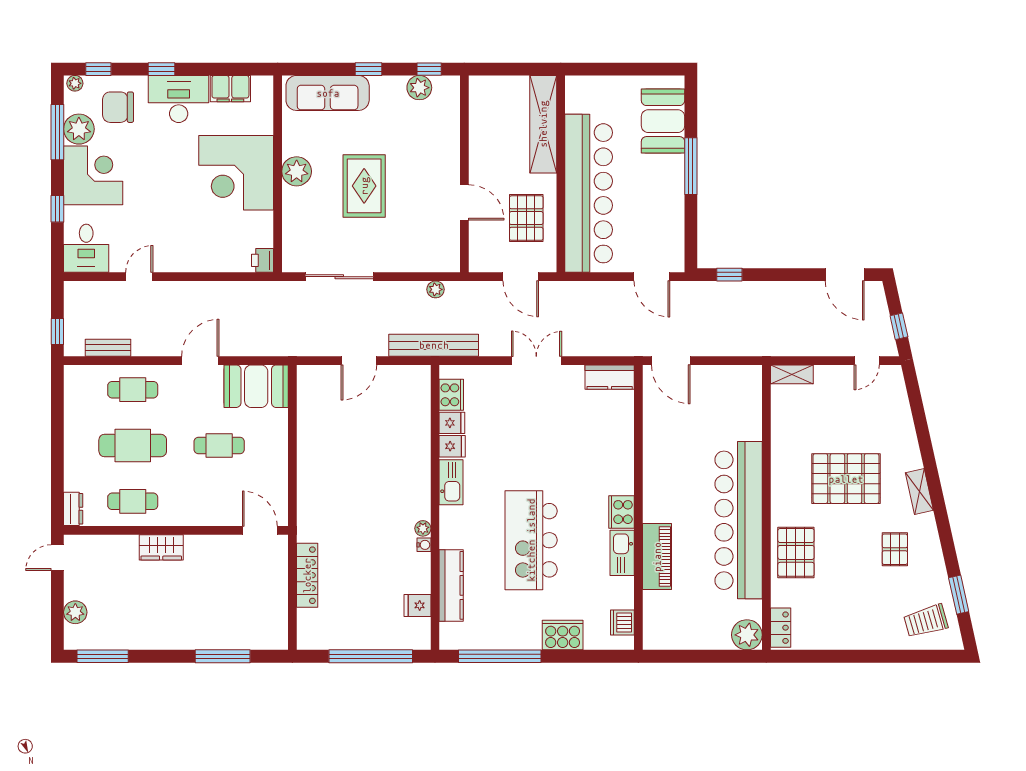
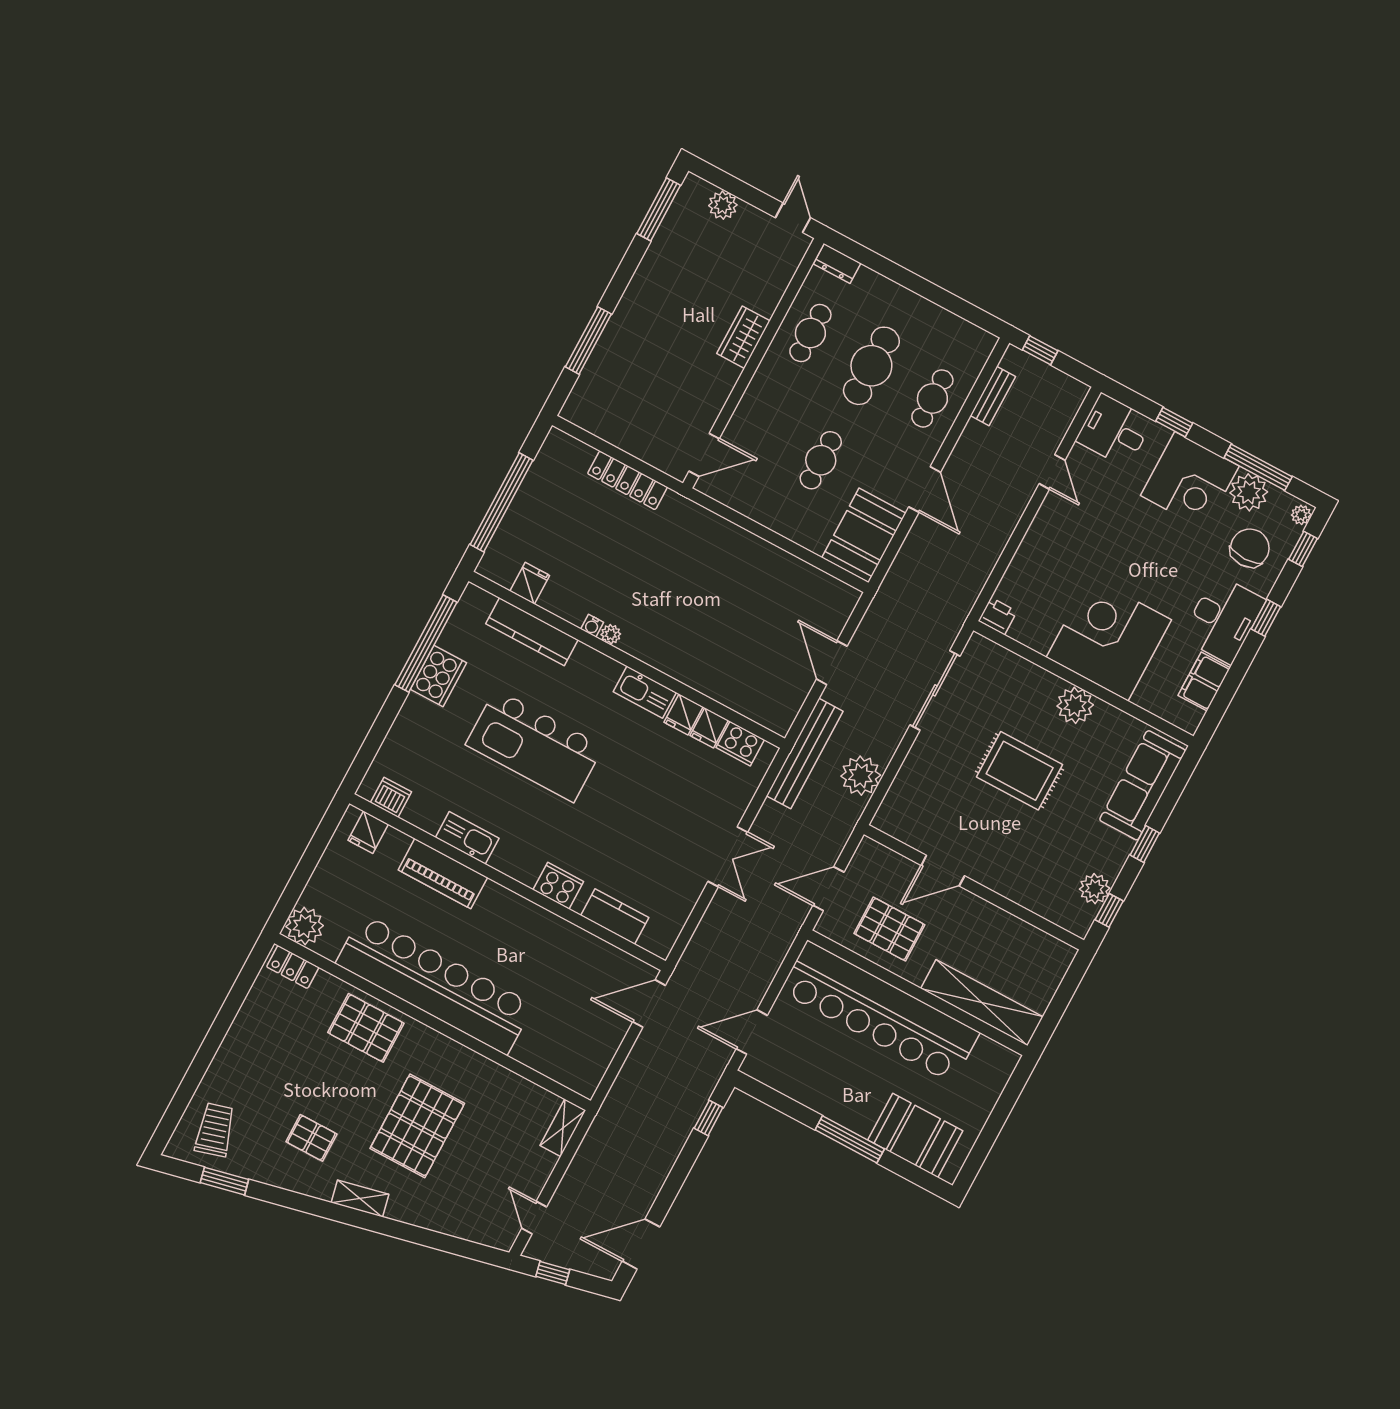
plant: (436, 289) -> (861, 776), width x1.88, depth x1.88
kitchen counter: (610, 377) -> (615, 916), moved, turned 90
cooker: (621, 512) -> (558, 886), moved
kitchen island: (531, 540) -> (534, 746), turned 180
fridge: (656, 625) -> (368, 832), added
cooker: (563, 635) -> (438, 676), moved

